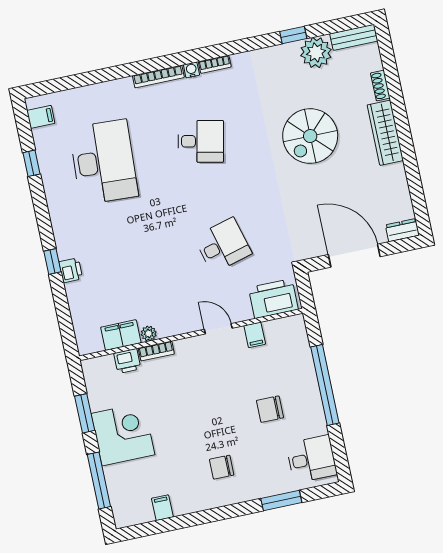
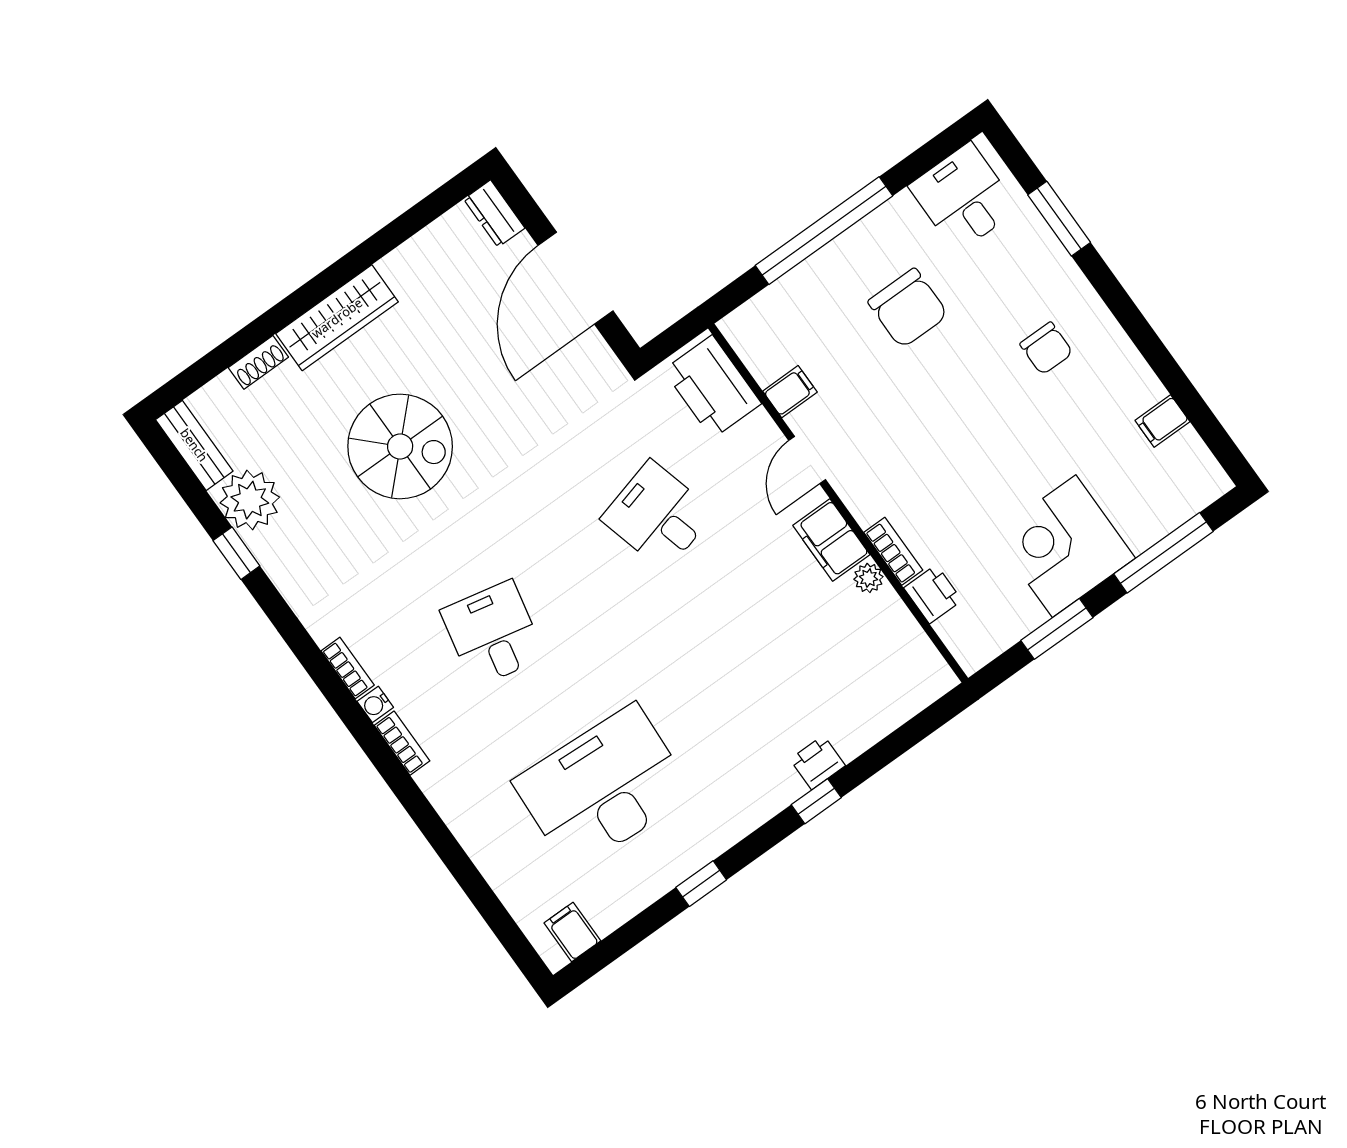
bookcase: (158, 77) -> (402, 743), width x0.64
window: (31, 163) -> (701, 884), moved
filing cabinet: (121, 335) -> (831, 540), moved
chair: (270, 409) -> (908, 308), width x1.37, depth x1.37

